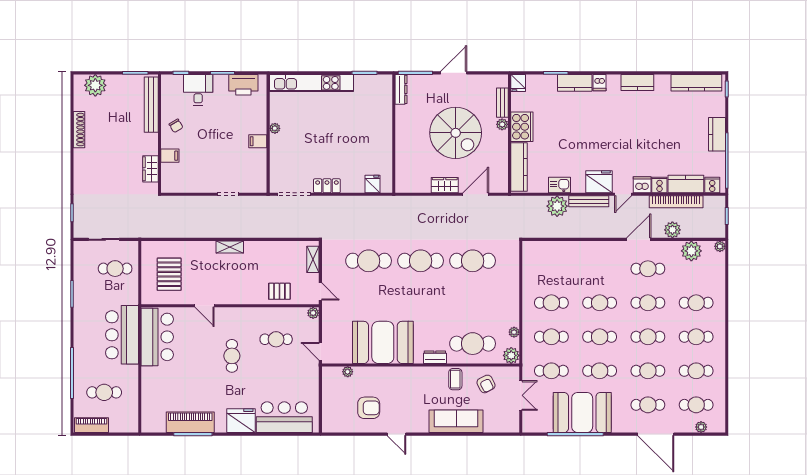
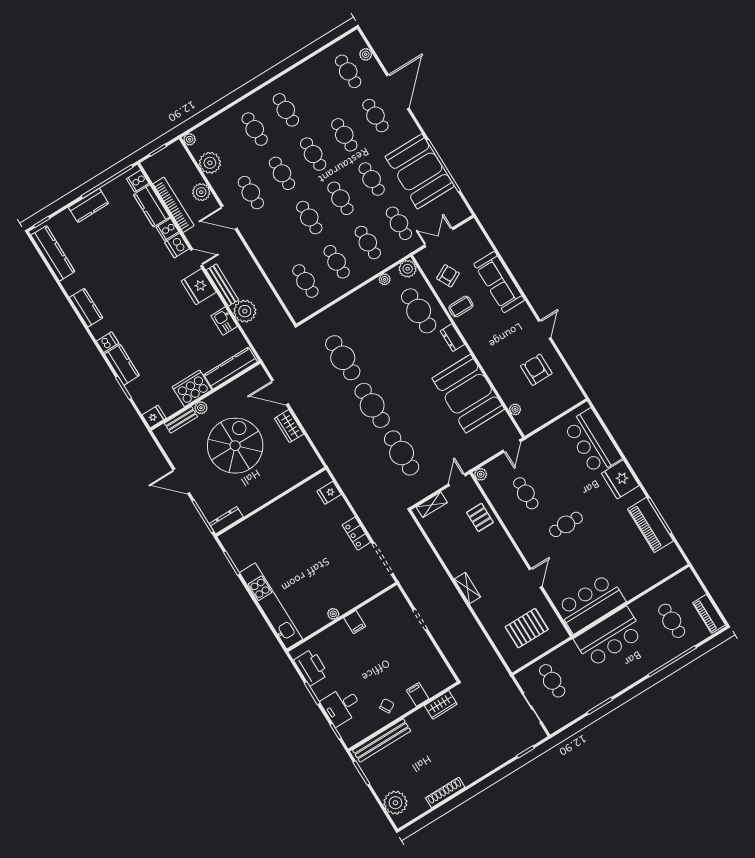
cafe table: (696, 371) -> (305, 281), moved

